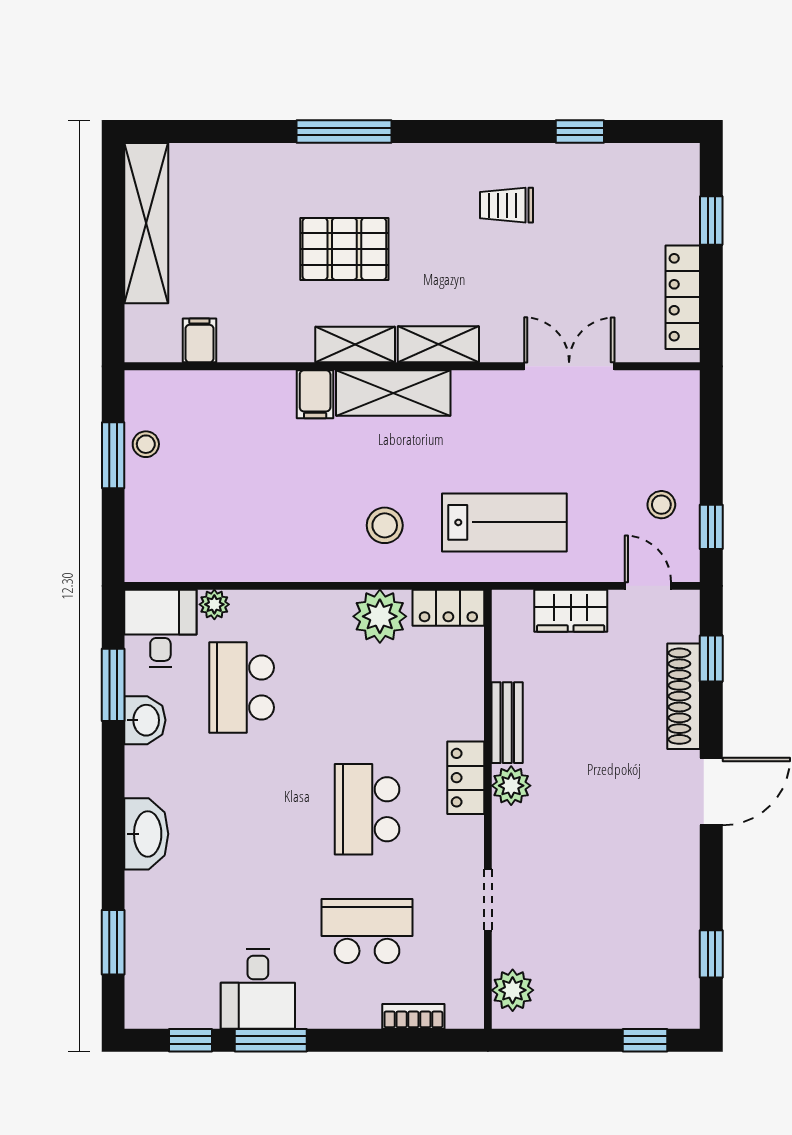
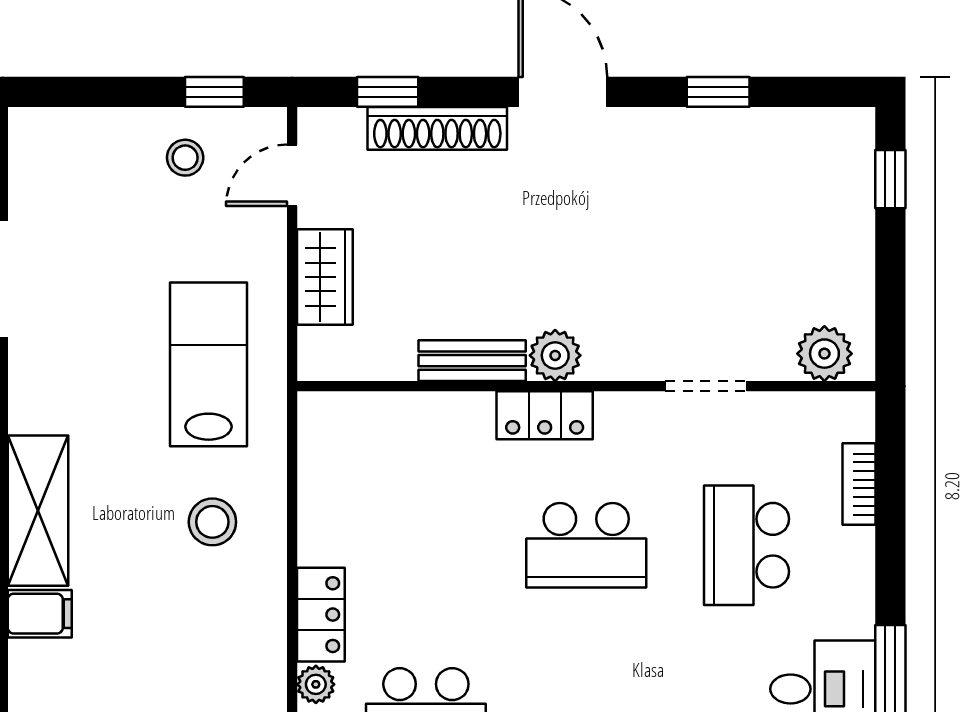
locker: (448, 608) -> (321, 615), moved
plant: (380, 616) -> (316, 684), moved, width x0.53, depth x0.53
window: (711, 954) -> (718, 92), moved

